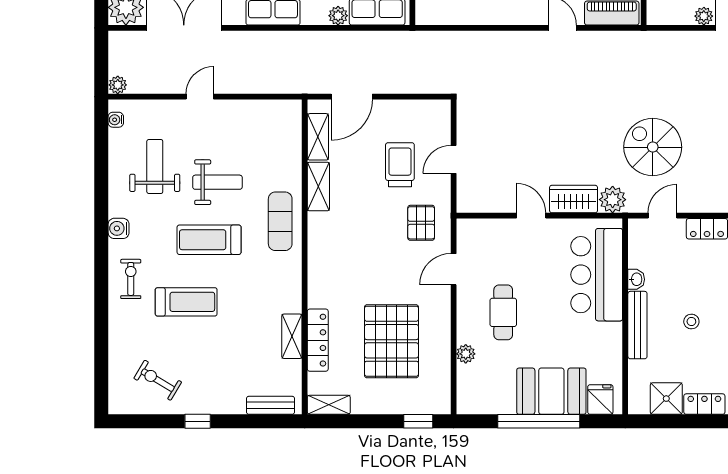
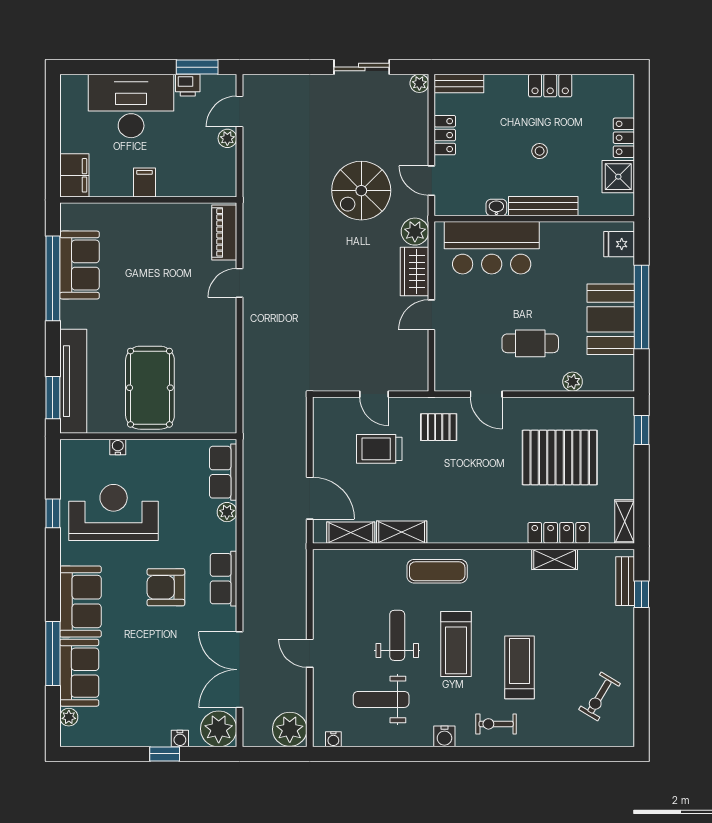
plant: (118, 85) -> (290, 729), width x1.88, depth x1.88
booth: (551, 391) -> (611, 319), moved
window: (198, 421) -> (642, 594), moved

